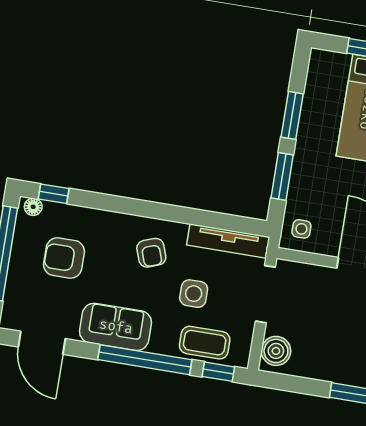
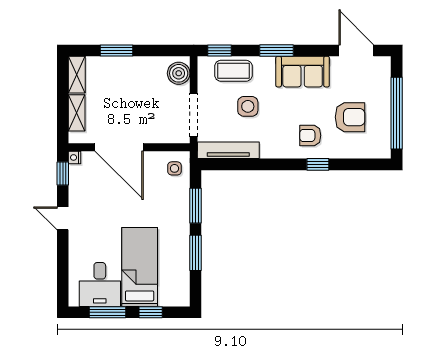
window: (54, 194) -> (318, 164), moved
floor lamp: (33, 207) -> (379, 152), removed
armchair: (151, 253) -> (310, 135), moved, turned -70
window: (145, 360) -> (276, 51), width x0.47

